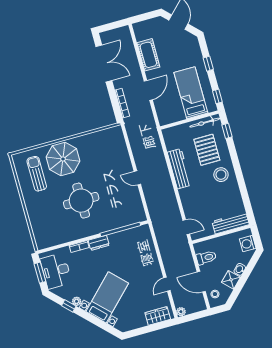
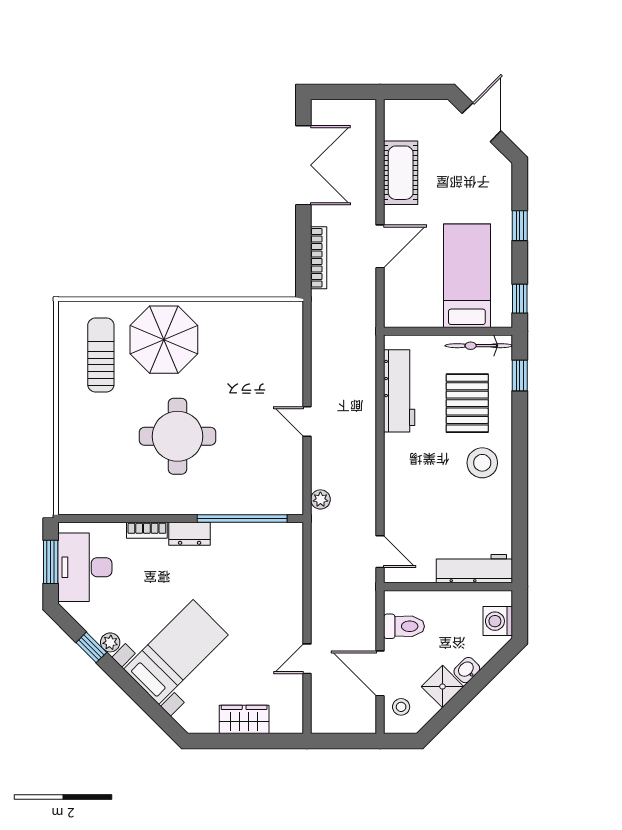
workbench: (179, 169) -> (399, 391), moved
plant: (181, 312) -> (320, 499), moved
wardrobe: (158, 316) -> (244, 719), moved

